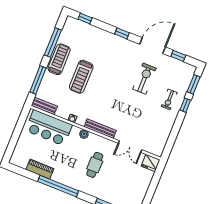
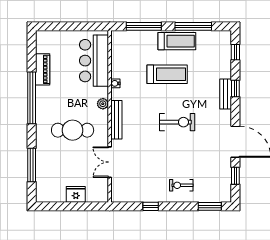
window: (122, 33) -> (235, 89), moved
treadmill: (81, 77) -> (167, 74), turned 180
exercise bike: (144, 79) -> (177, 122), moved
window: (185, 105) -> (151, 206), moved
bench: (44, 106) -> (226, 94), moved
fridge: (151, 163) -> (76, 194), moved, turned 90
cafe table: (95, 165) -> (73, 130), width x1.37, depth x1.35

